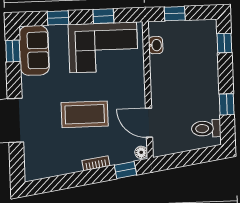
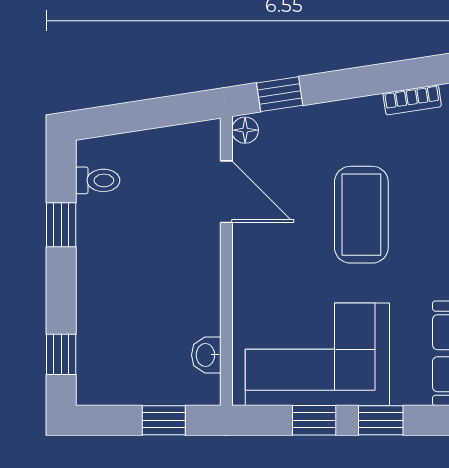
window: (58, 18) -> (381, 420), moved
coffee table: (85, 114) -> (361, 215), turned 90
toilet: (206, 128) -> (98, 180), width x0.73, depth x0.72
bookcase: (96, 163) -> (412, 100), moved

